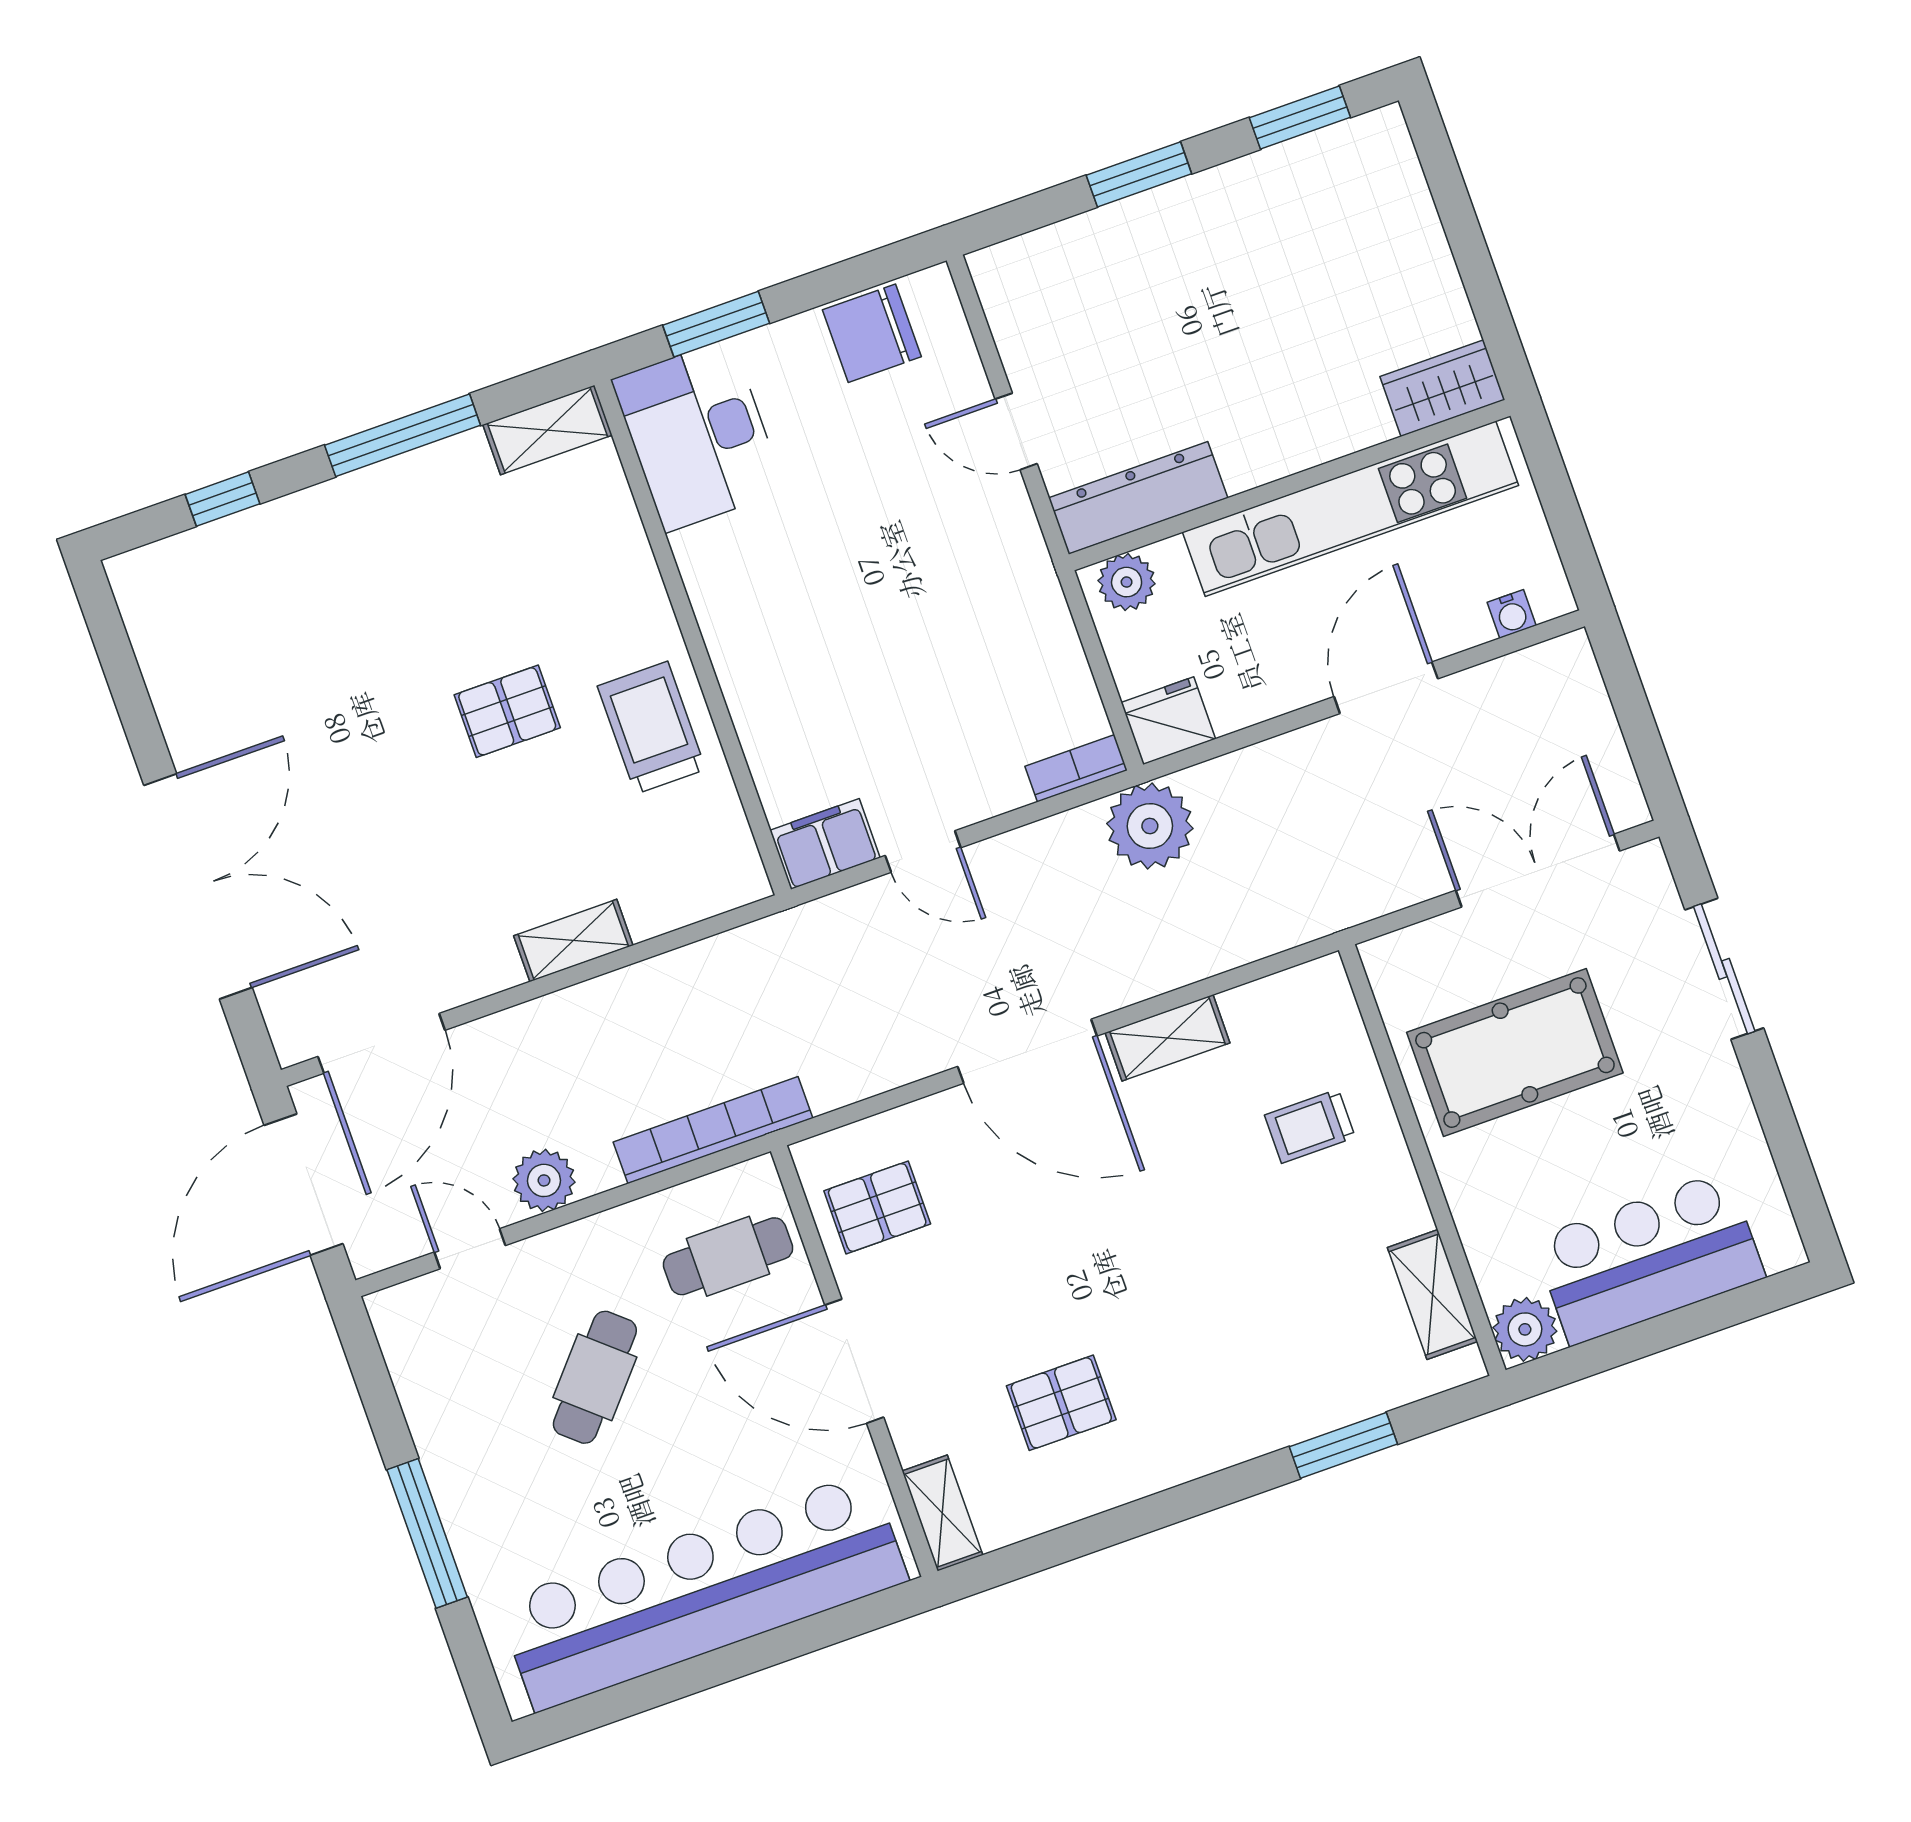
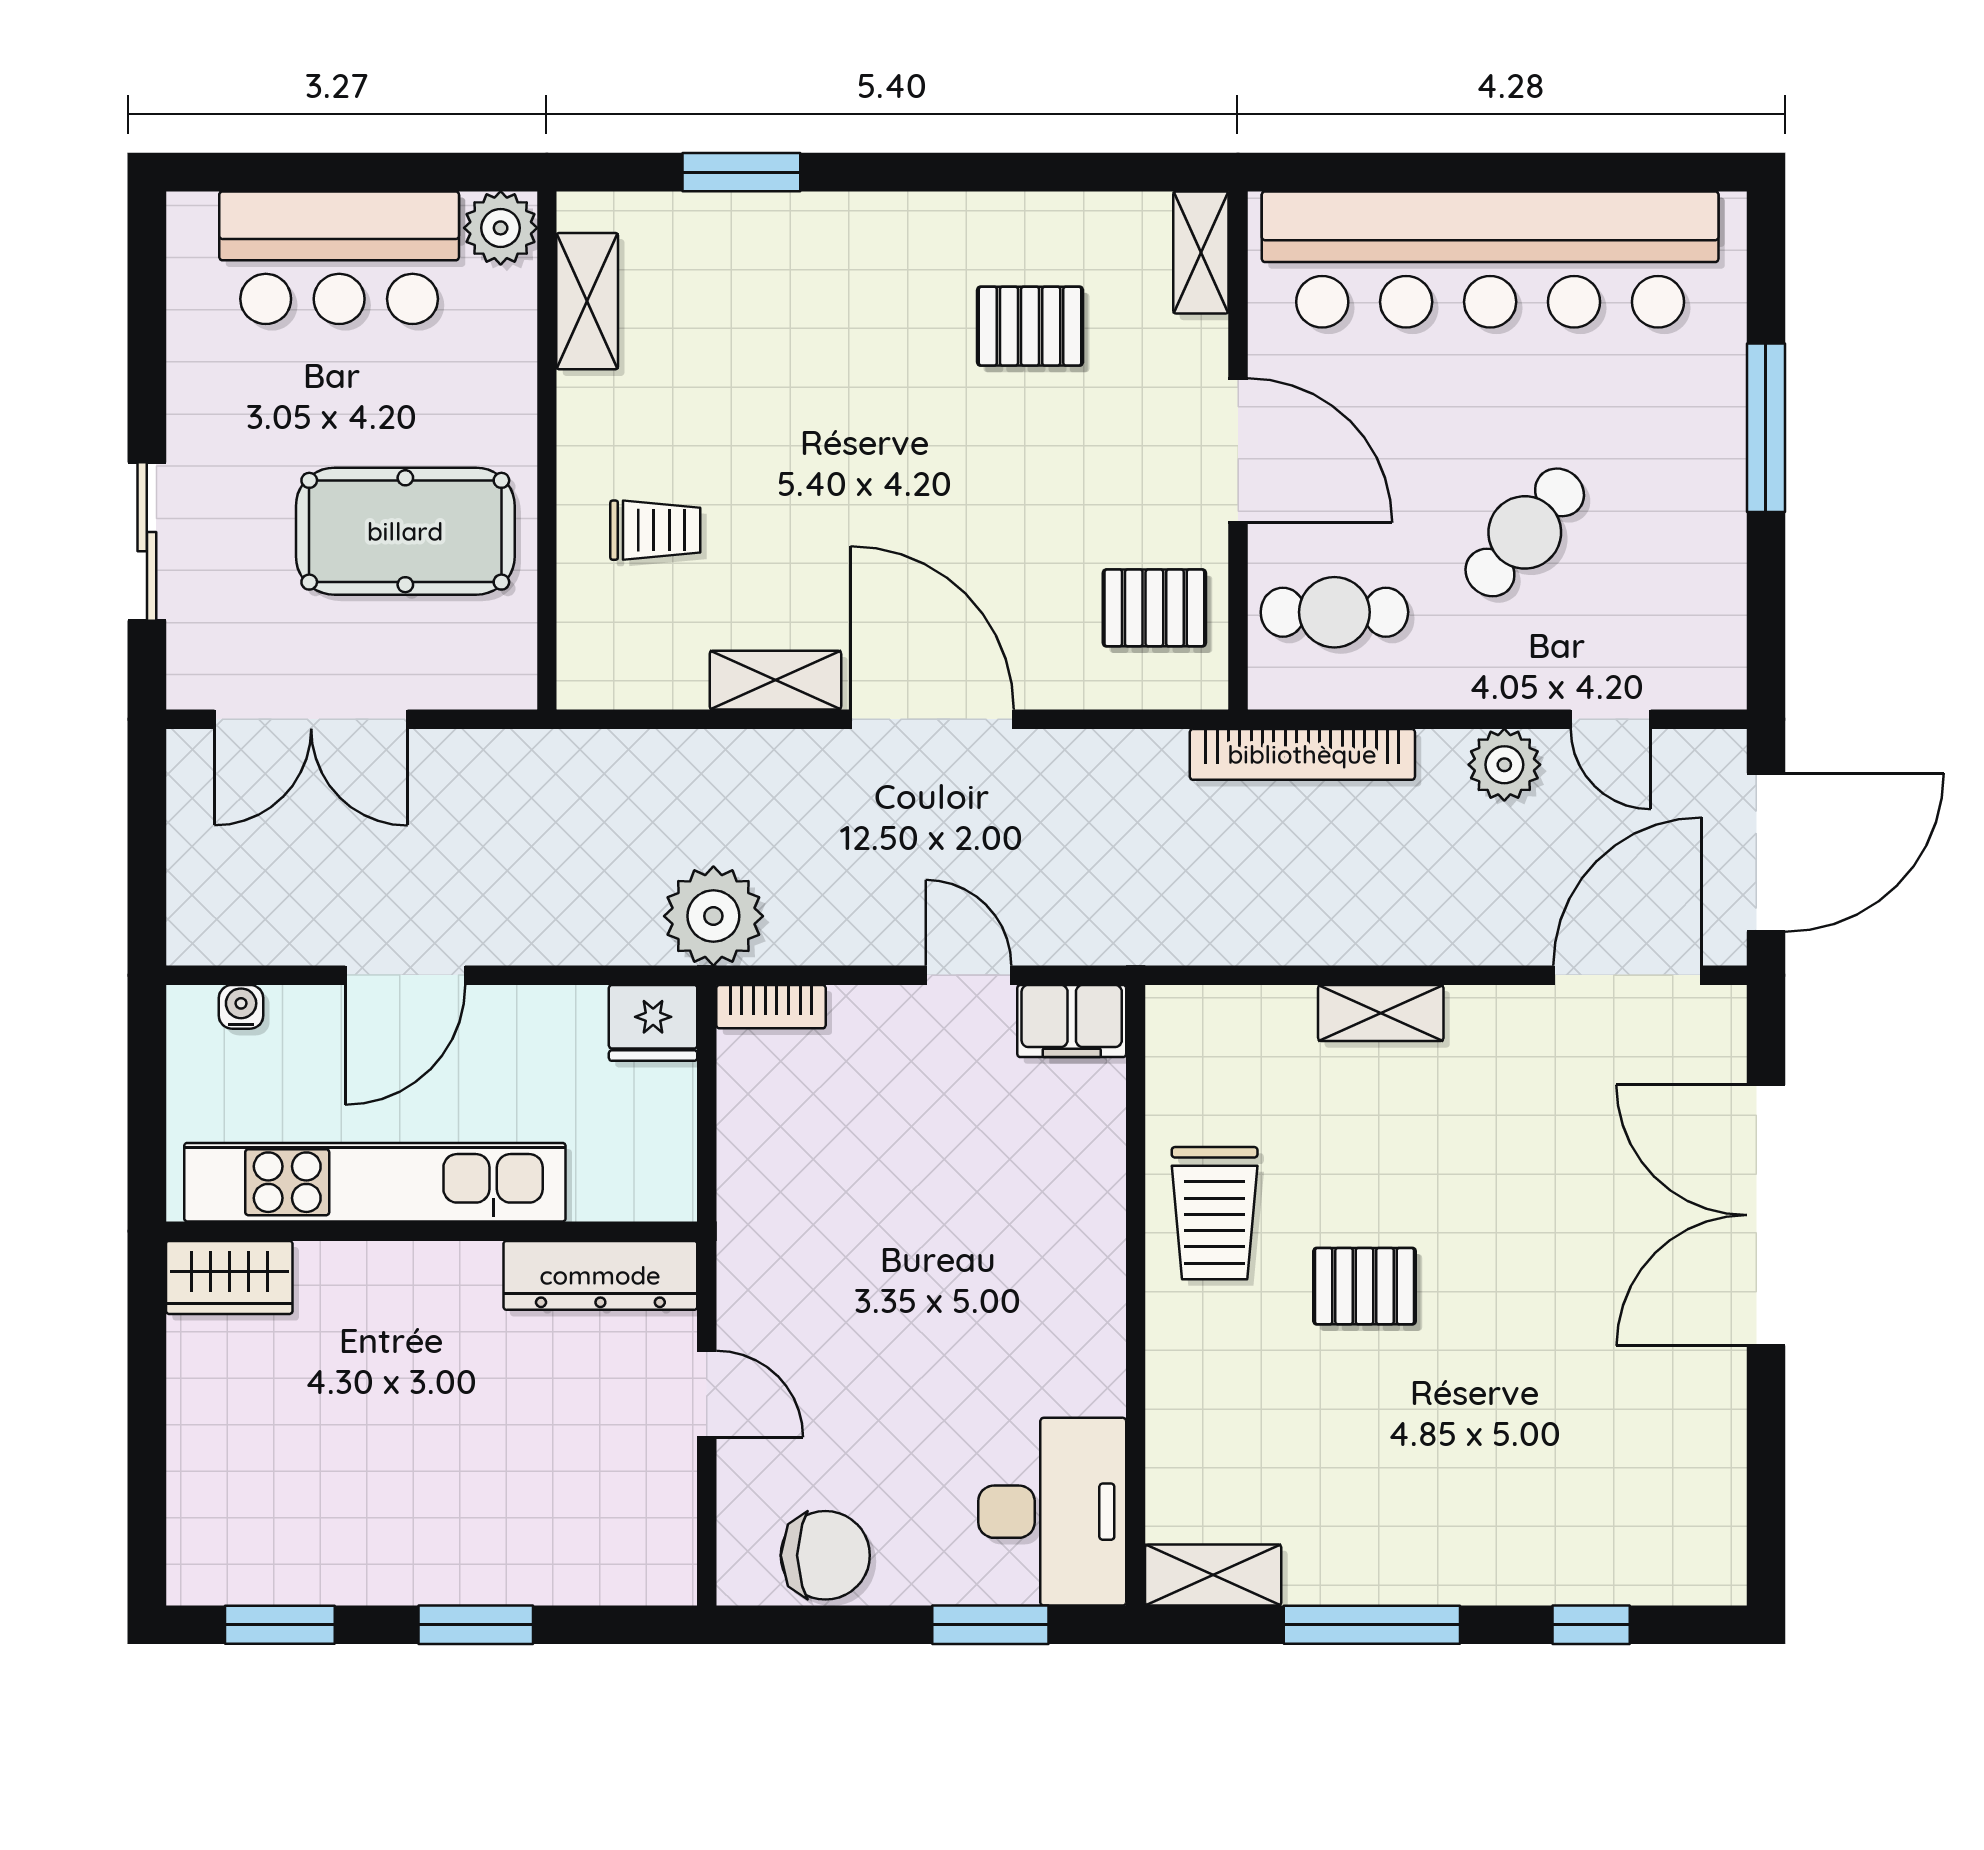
plant: (1127, 582) -> (645, 1189), removed

